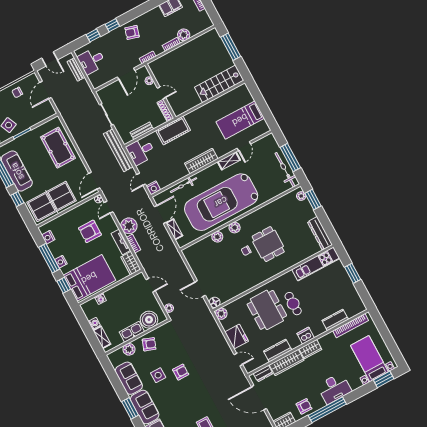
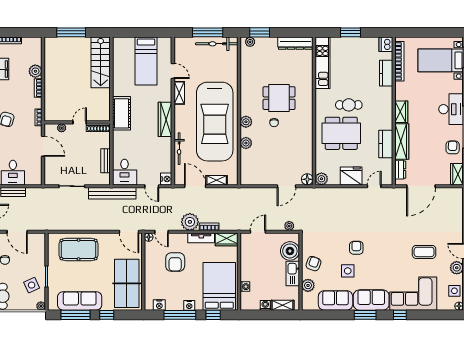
cot: (173, 130) -> (121, 113), moved
dishwasher: (306, 336) -> (386, 44), moved

